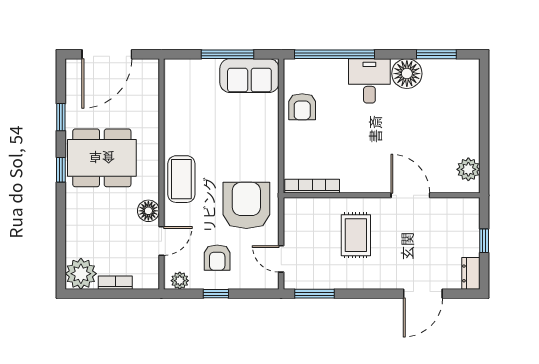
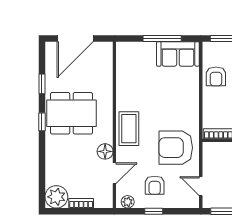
armchair: (246, 205) -> (176, 148), turned -90

